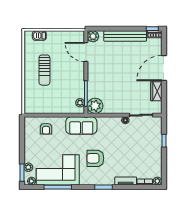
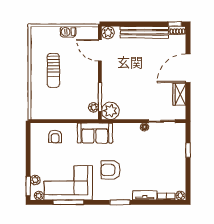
barbecue: (39, 36) -> (68, 32), moved

